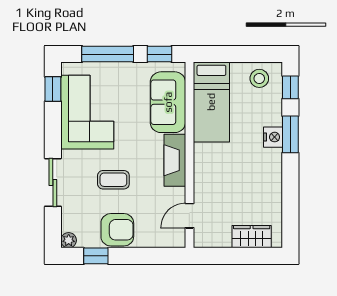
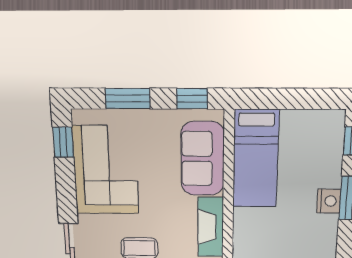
window: (108, 54) -> (128, 99), width x0.69
stool: (259, 78) -> (316, 130), removed

